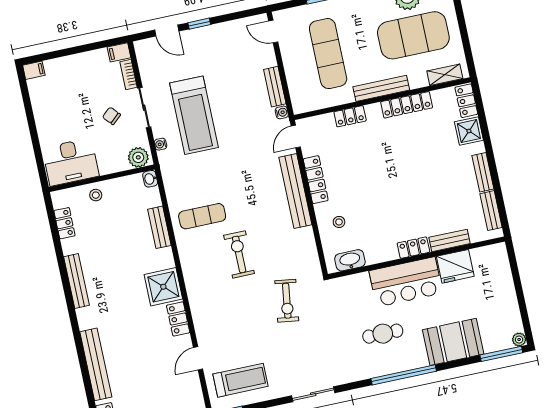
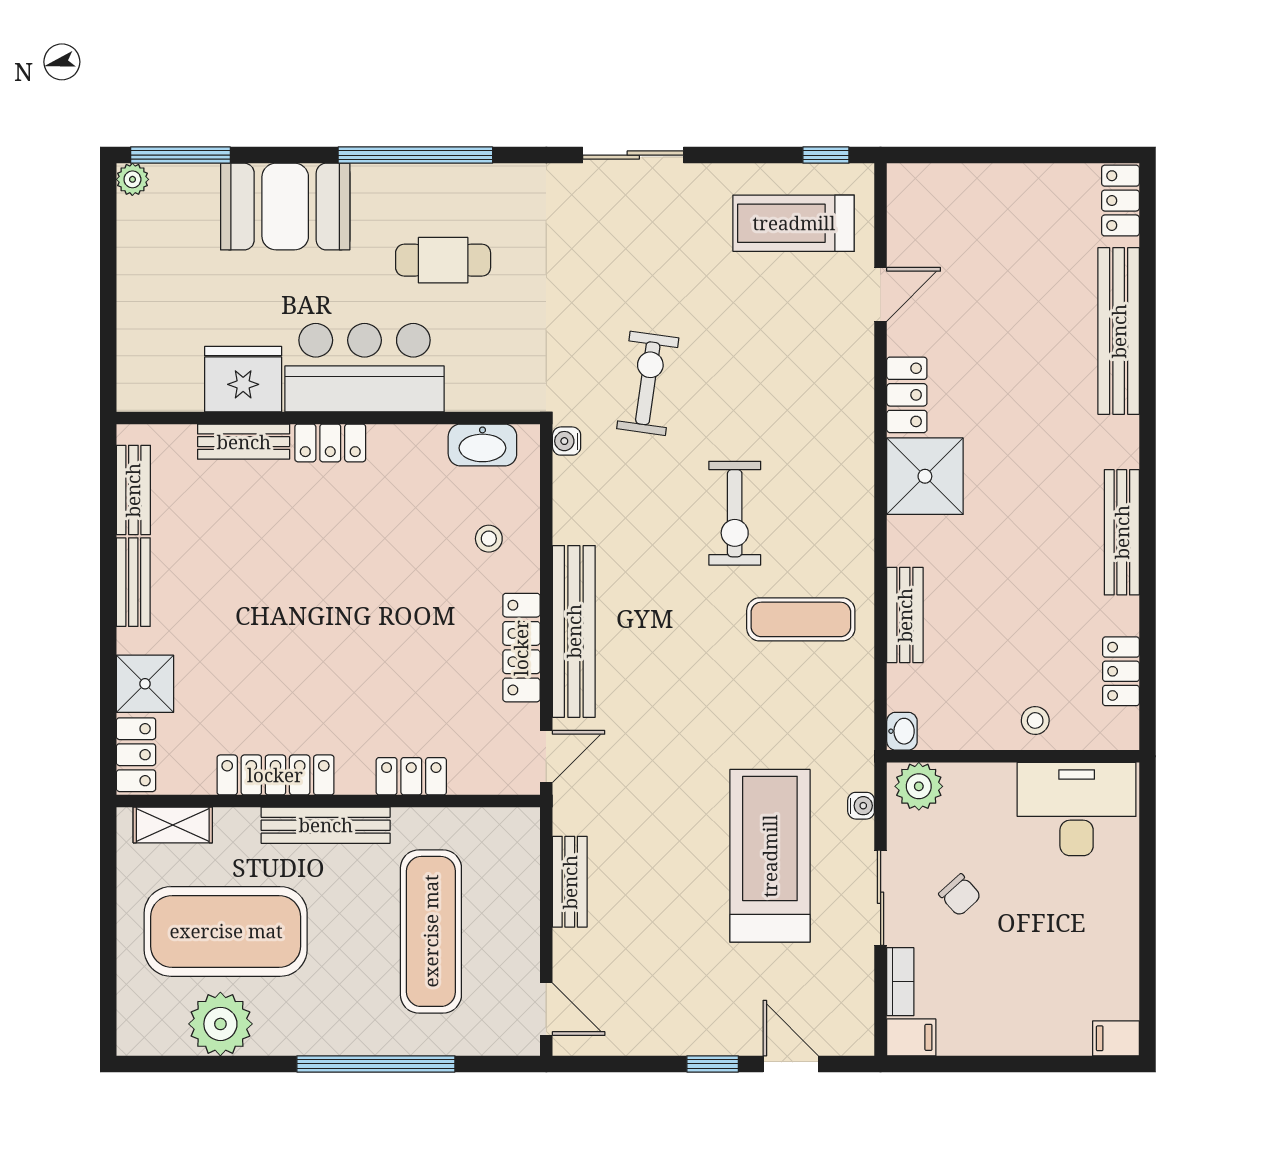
water cooler: (282, 112) -> (567, 441), moved

